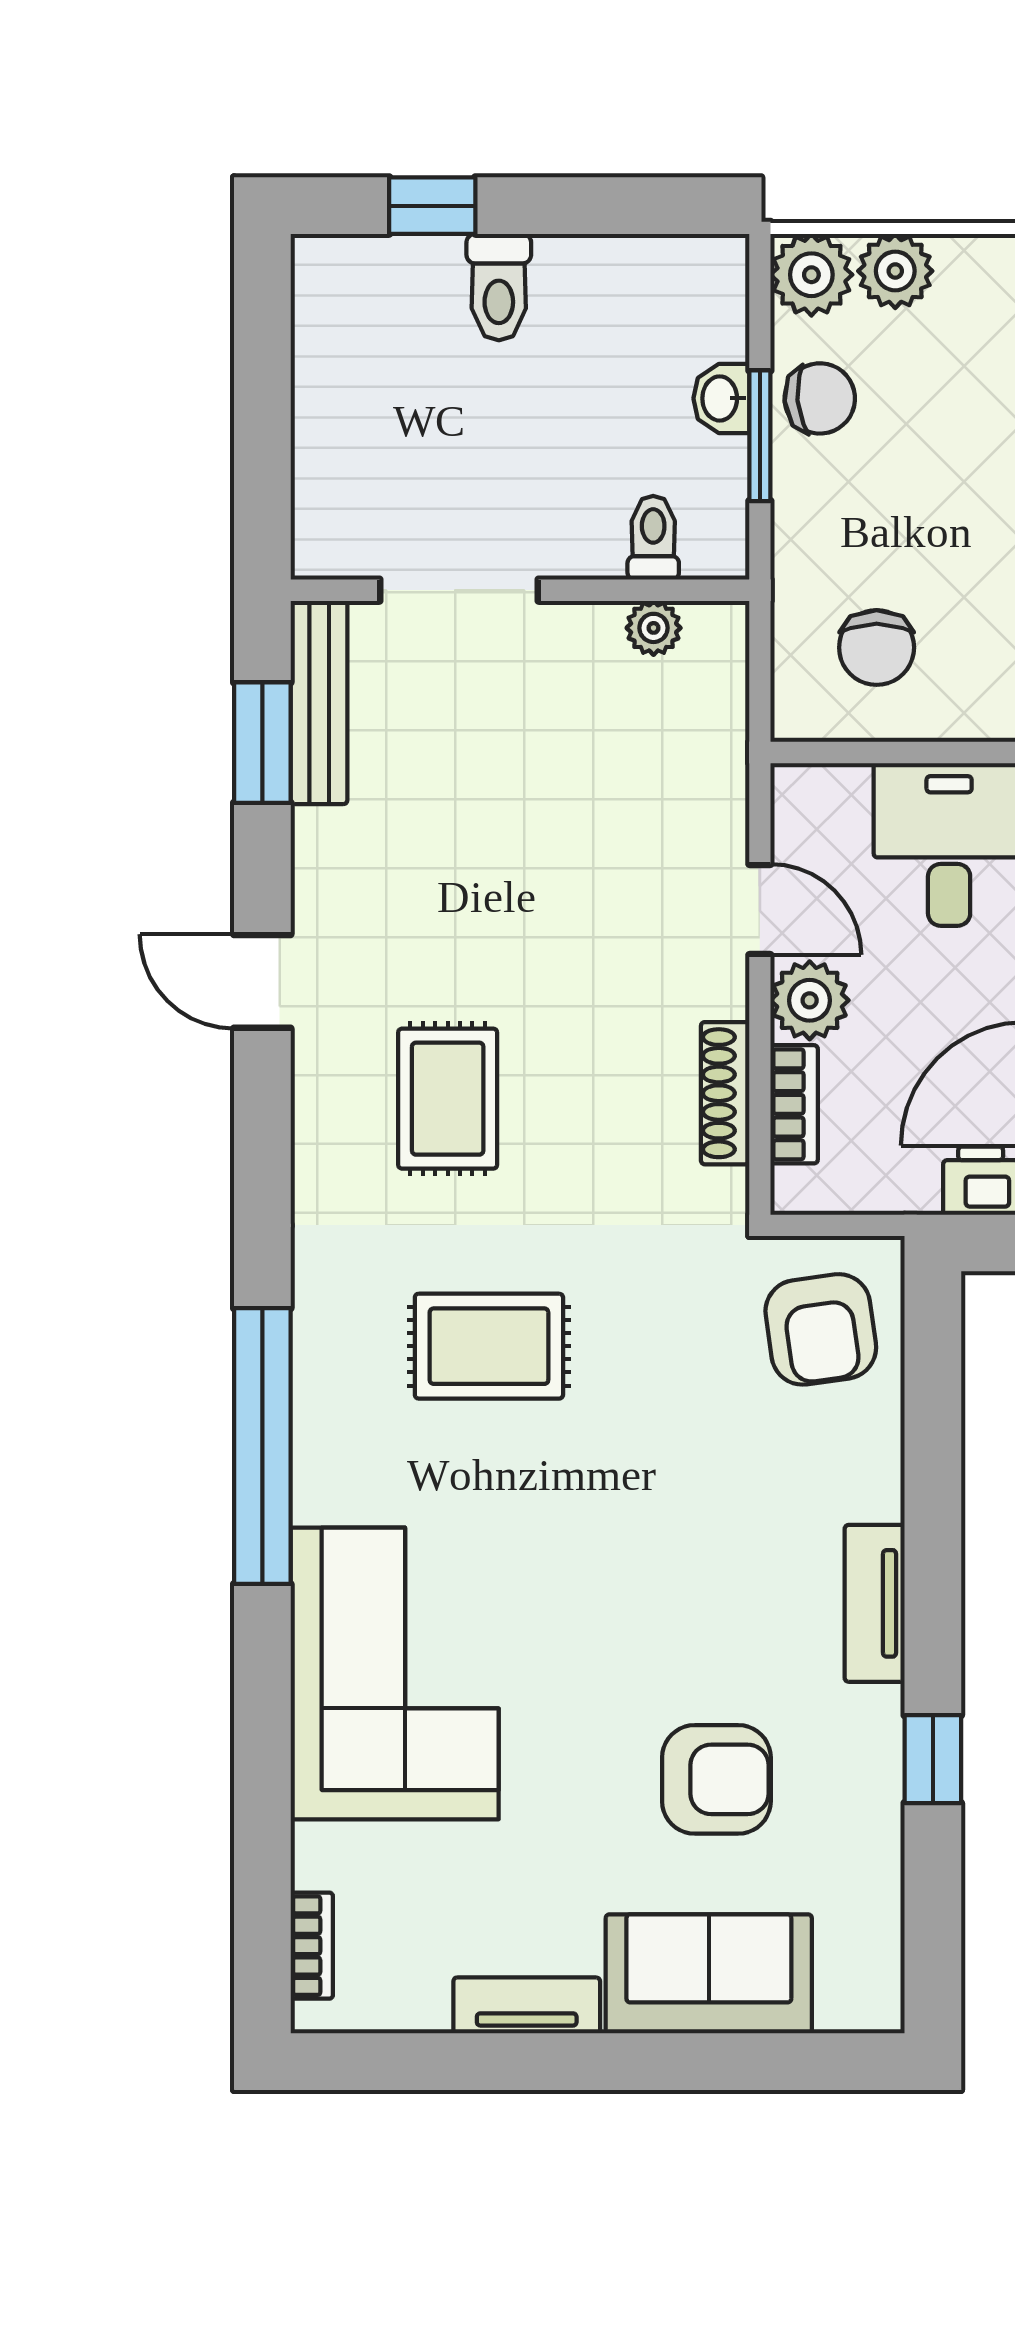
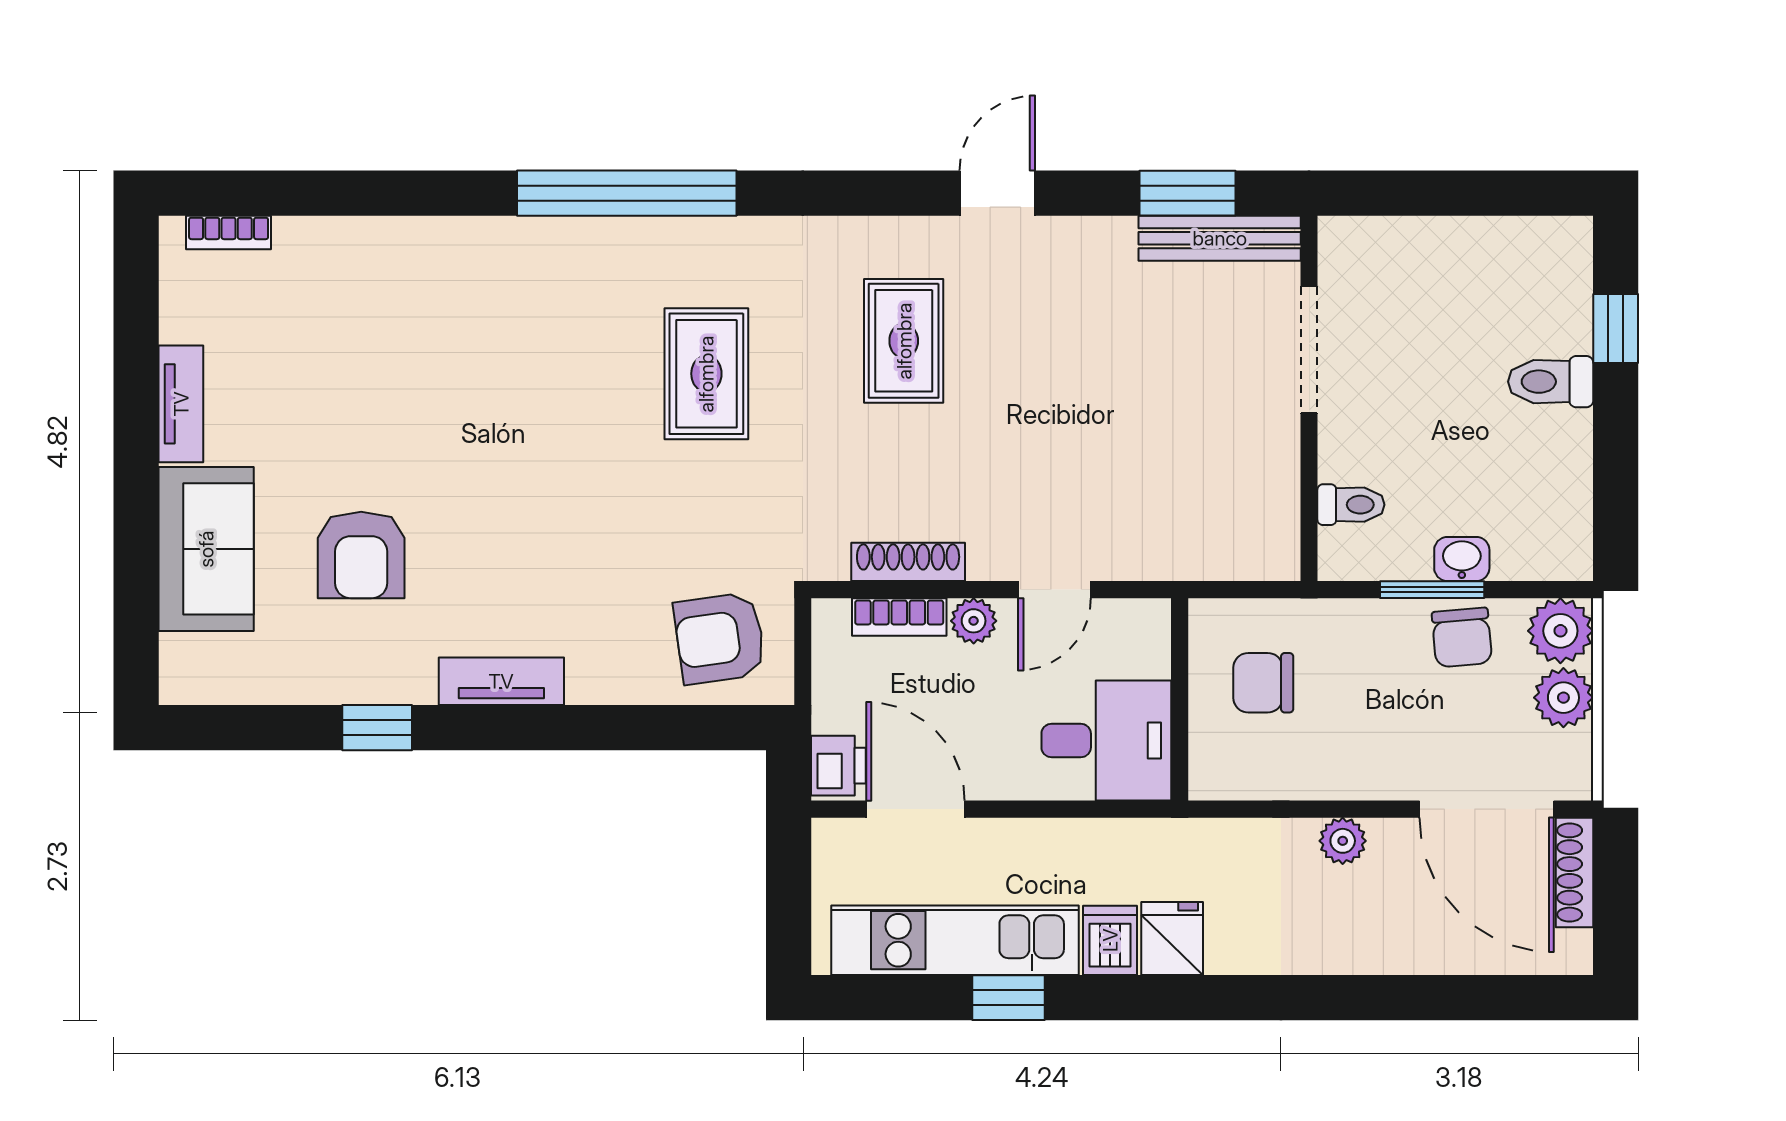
plant: (654, 628) -> (1279, 505), removed
plant: (810, 1000) -> (974, 621), width x0.73, depth x0.73
rug: (448, 1099) -> (904, 341), turned 90
corner sofa: (395, 1673) -> (446, 299), removed

